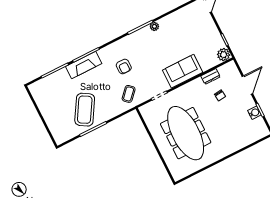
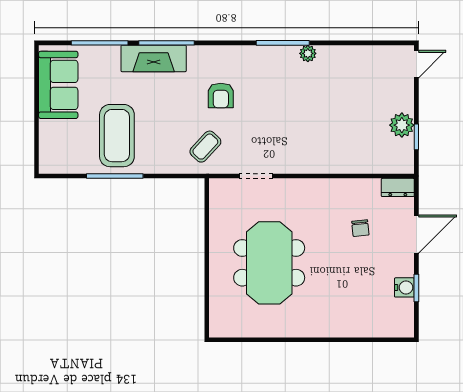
plant: (224, 55) -> (402, 125), moved
sofa: (183, 71) -> (58, 85), moved, turned 90
dresser: (211, 76) -> (398, 187), moved
coffee table: (85, 110) -> (117, 136), turned -31
meeting table: (186, 133) -> (269, 263), width x0.73

